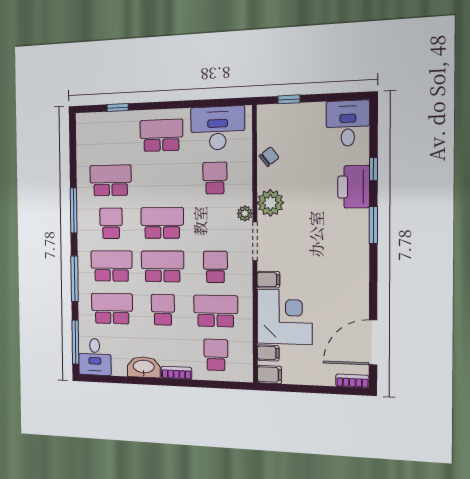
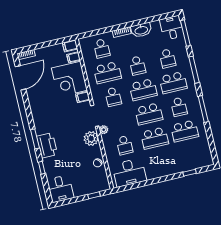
school desk: (161, 135) -> (155, 138), moved
printer: (354, 187) -> (47, 145), moved
school desk: (112, 309) -> (167, 58), width x0.54

